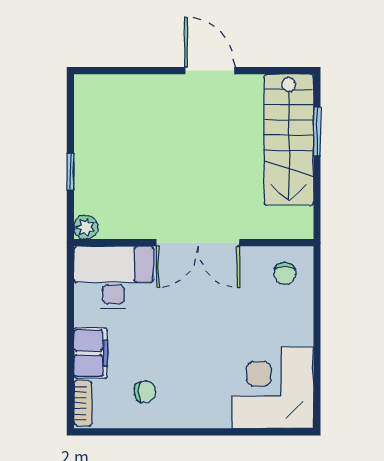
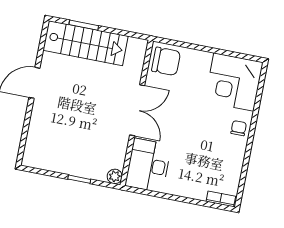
chair: (285, 273) -> (166, 61), width x1.87, depth x1.87
filing cabinet: (91, 353) -> (191, 188), removed
chair: (145, 392) -> (239, 128), moved

